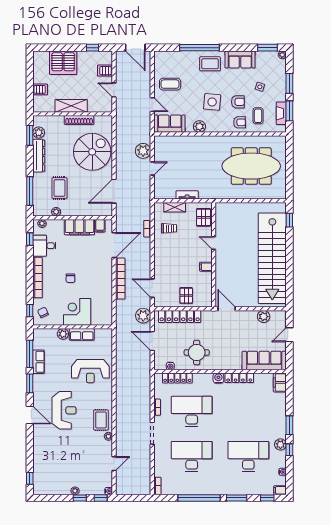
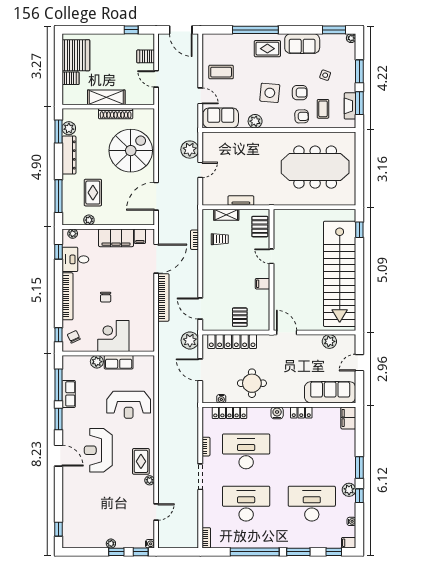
server rack: (63, 63) -> (76, 55), moved, turned -90
locker: (239, 378) -> (301, 413), width x0.66
reception desk: (64, 410) -> (98, 450), turned 180

